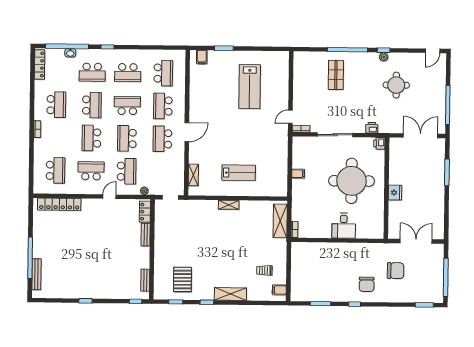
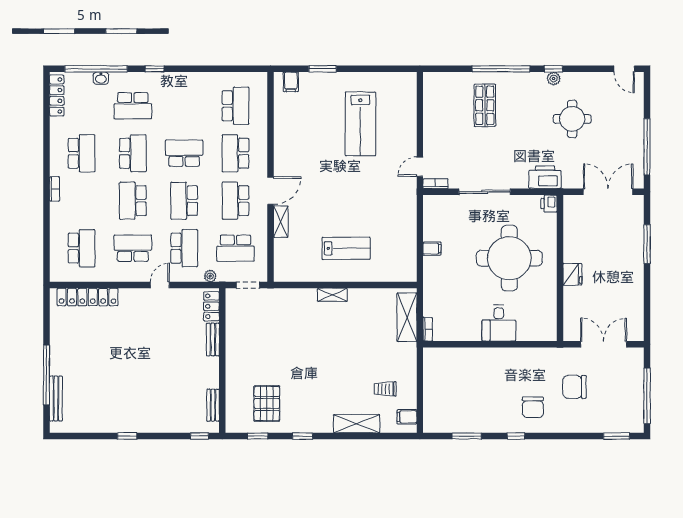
door: (433, 51) -> (624, 69), hinge flipped
school desk: (128, 73) -> (235, 248), moved
printer: (372, 128) -> (545, 177), width x1.87, depth x1.48
shelving: (193, 175) -> (281, 222), moved
chair: (396, 271) -> (574, 387), turned 180
shelving: (230, 294) -> (357, 424), moved

